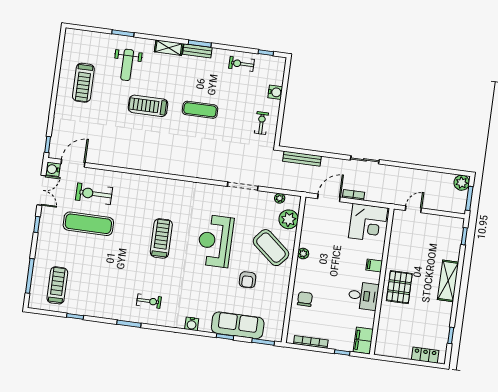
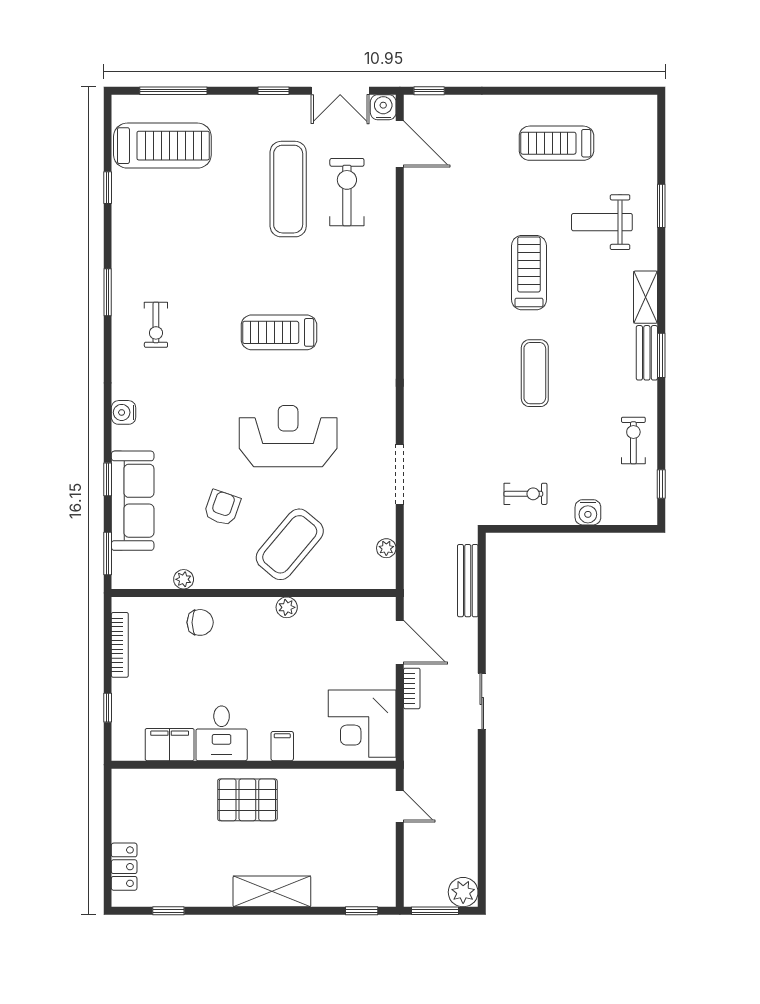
plant: (289, 219) -> (184, 579), moved, width x0.53, depth x0.53
treadmill: (161, 238) -> (279, 332), turned 180
armchair: (248, 280) -> (222, 508), turned 109
treadmill: (57, 285) -> (162, 146), width x1.37, depth x1.38
filing cabinet: (363, 341) -> (170, 745), moved

